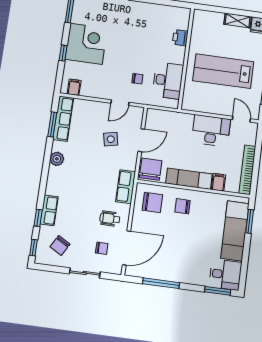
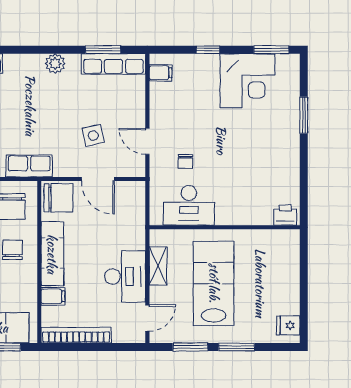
shelving: (238, 20) -> (158, 266), moved
printer: (180, 38) -> (285, 215), moved
corner desk: (86, 44) -> (247, 81), moved

